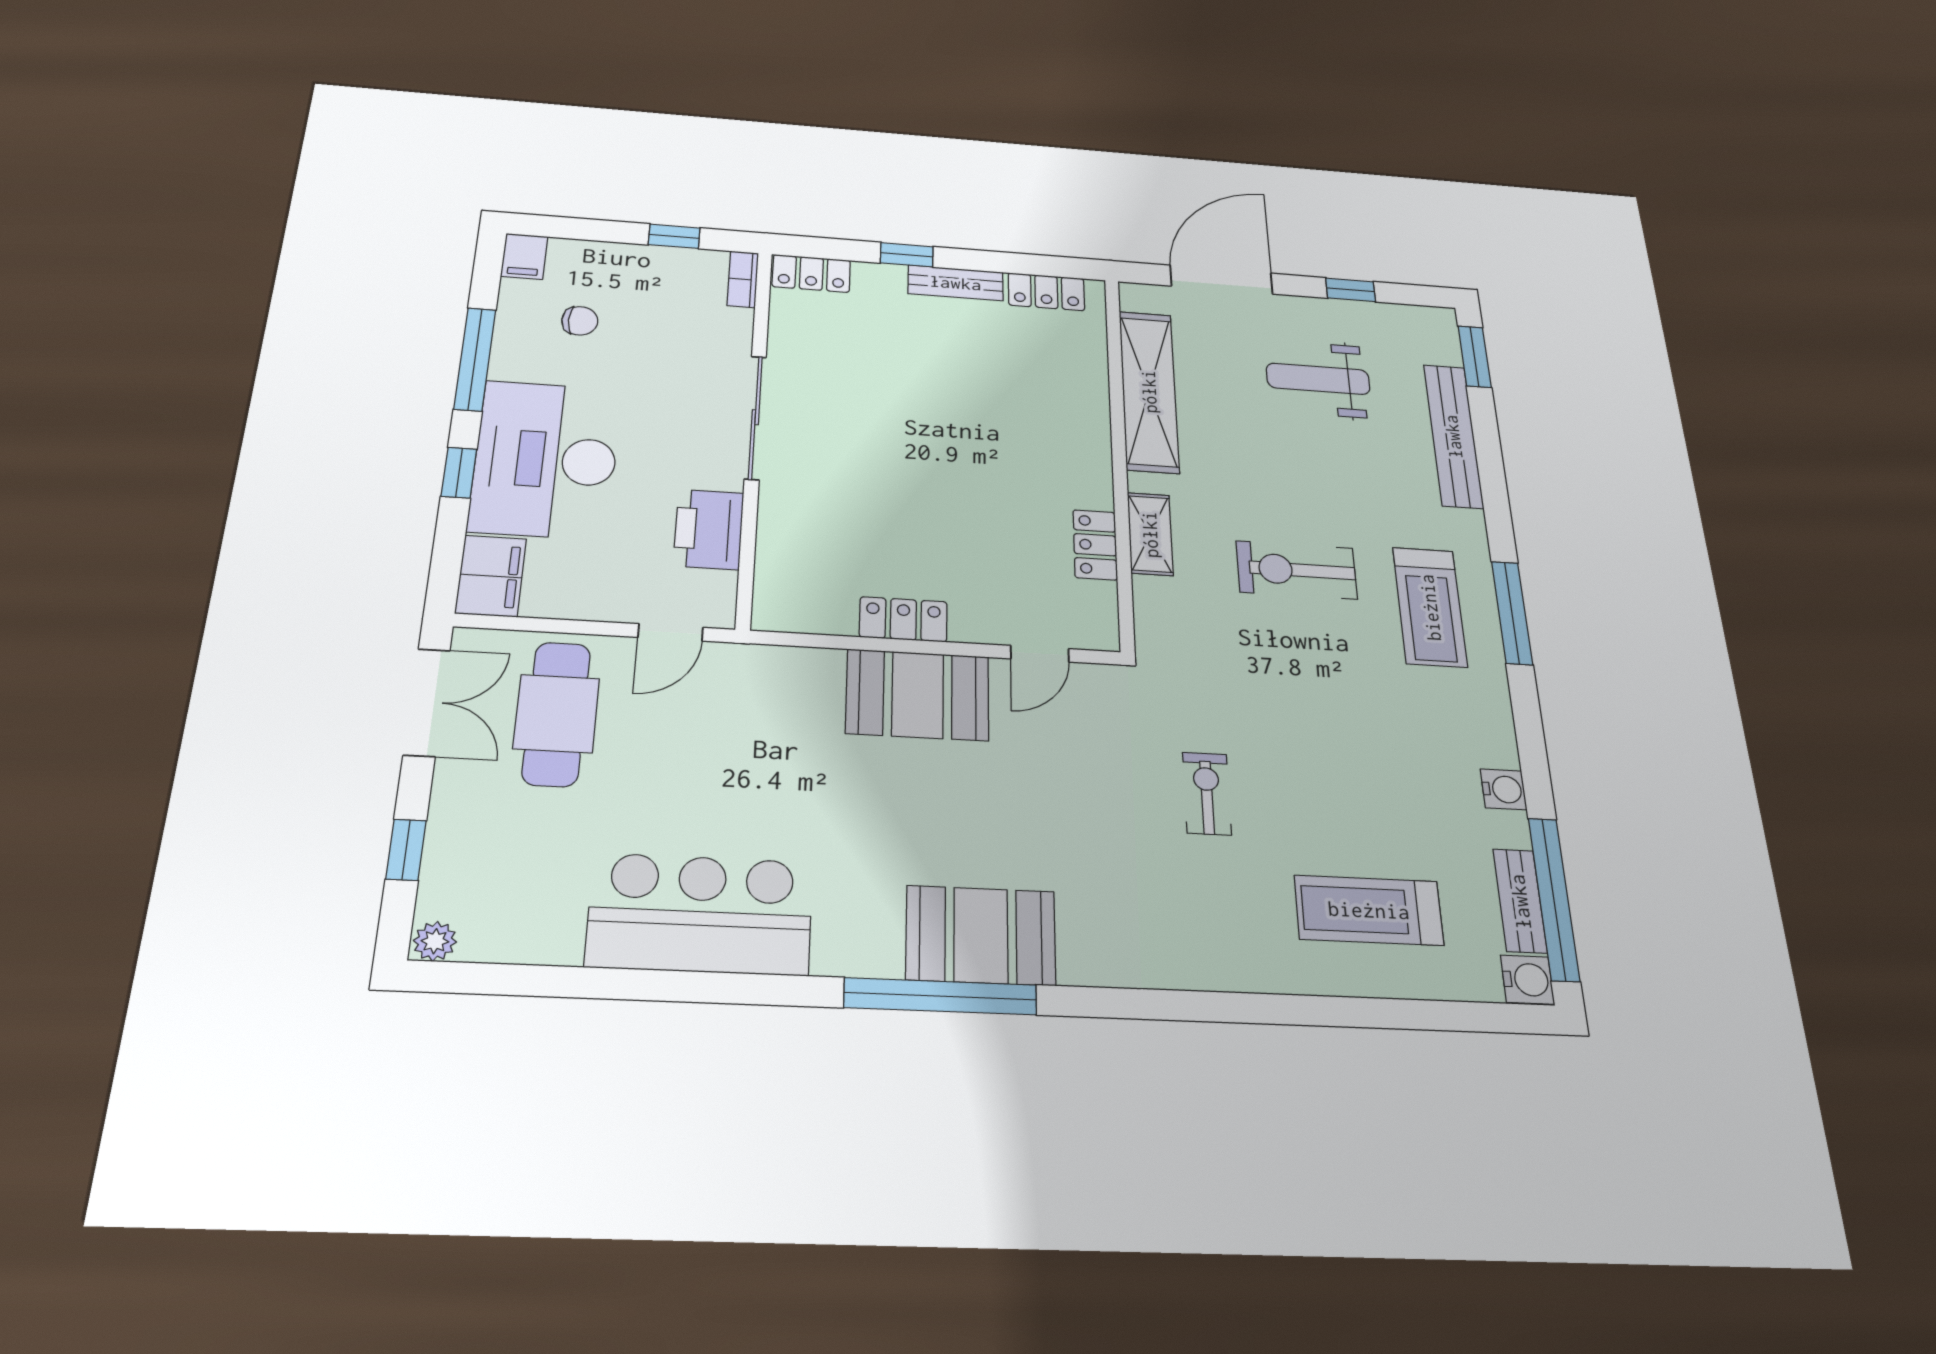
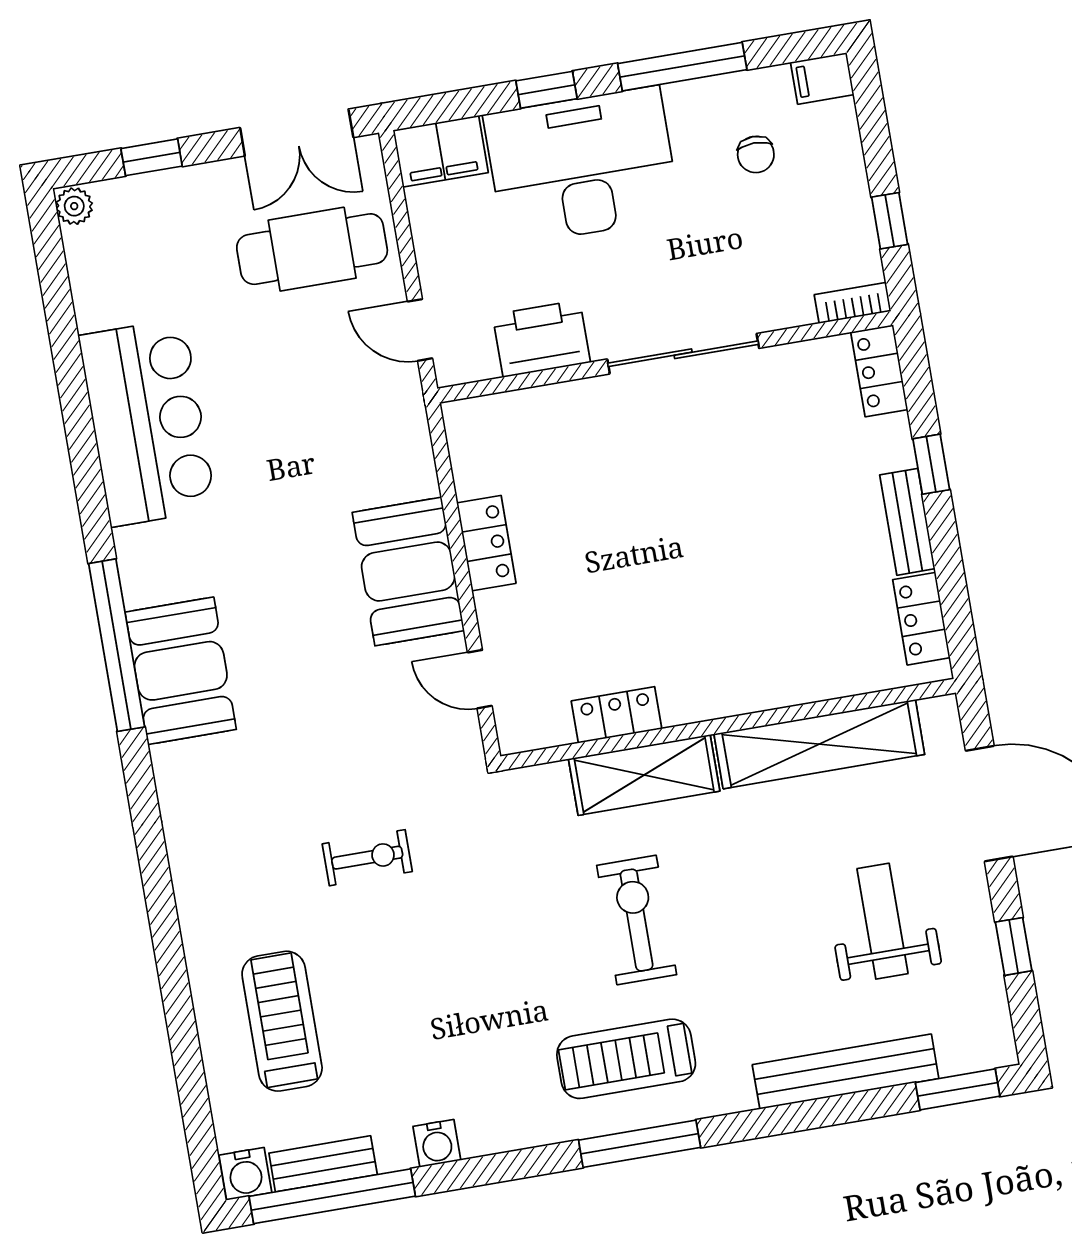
shelving: (1150, 534) -> (644, 775), width x1.50, depth x1.33

